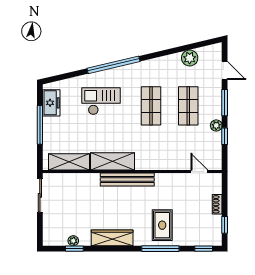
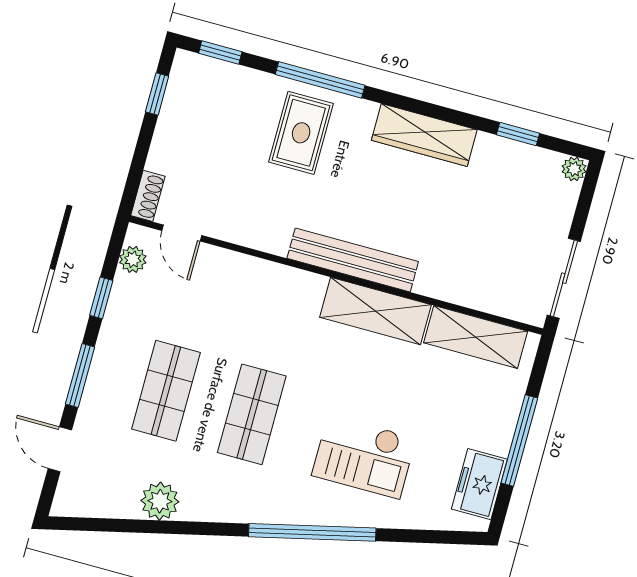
plant: (190, 58) -> (160, 501), moved
plant: (216, 125) -> (133, 259), moved
shoe rack: (217, 204) -> (148, 196), moved
plant: (73, 241) -> (574, 169), moved

